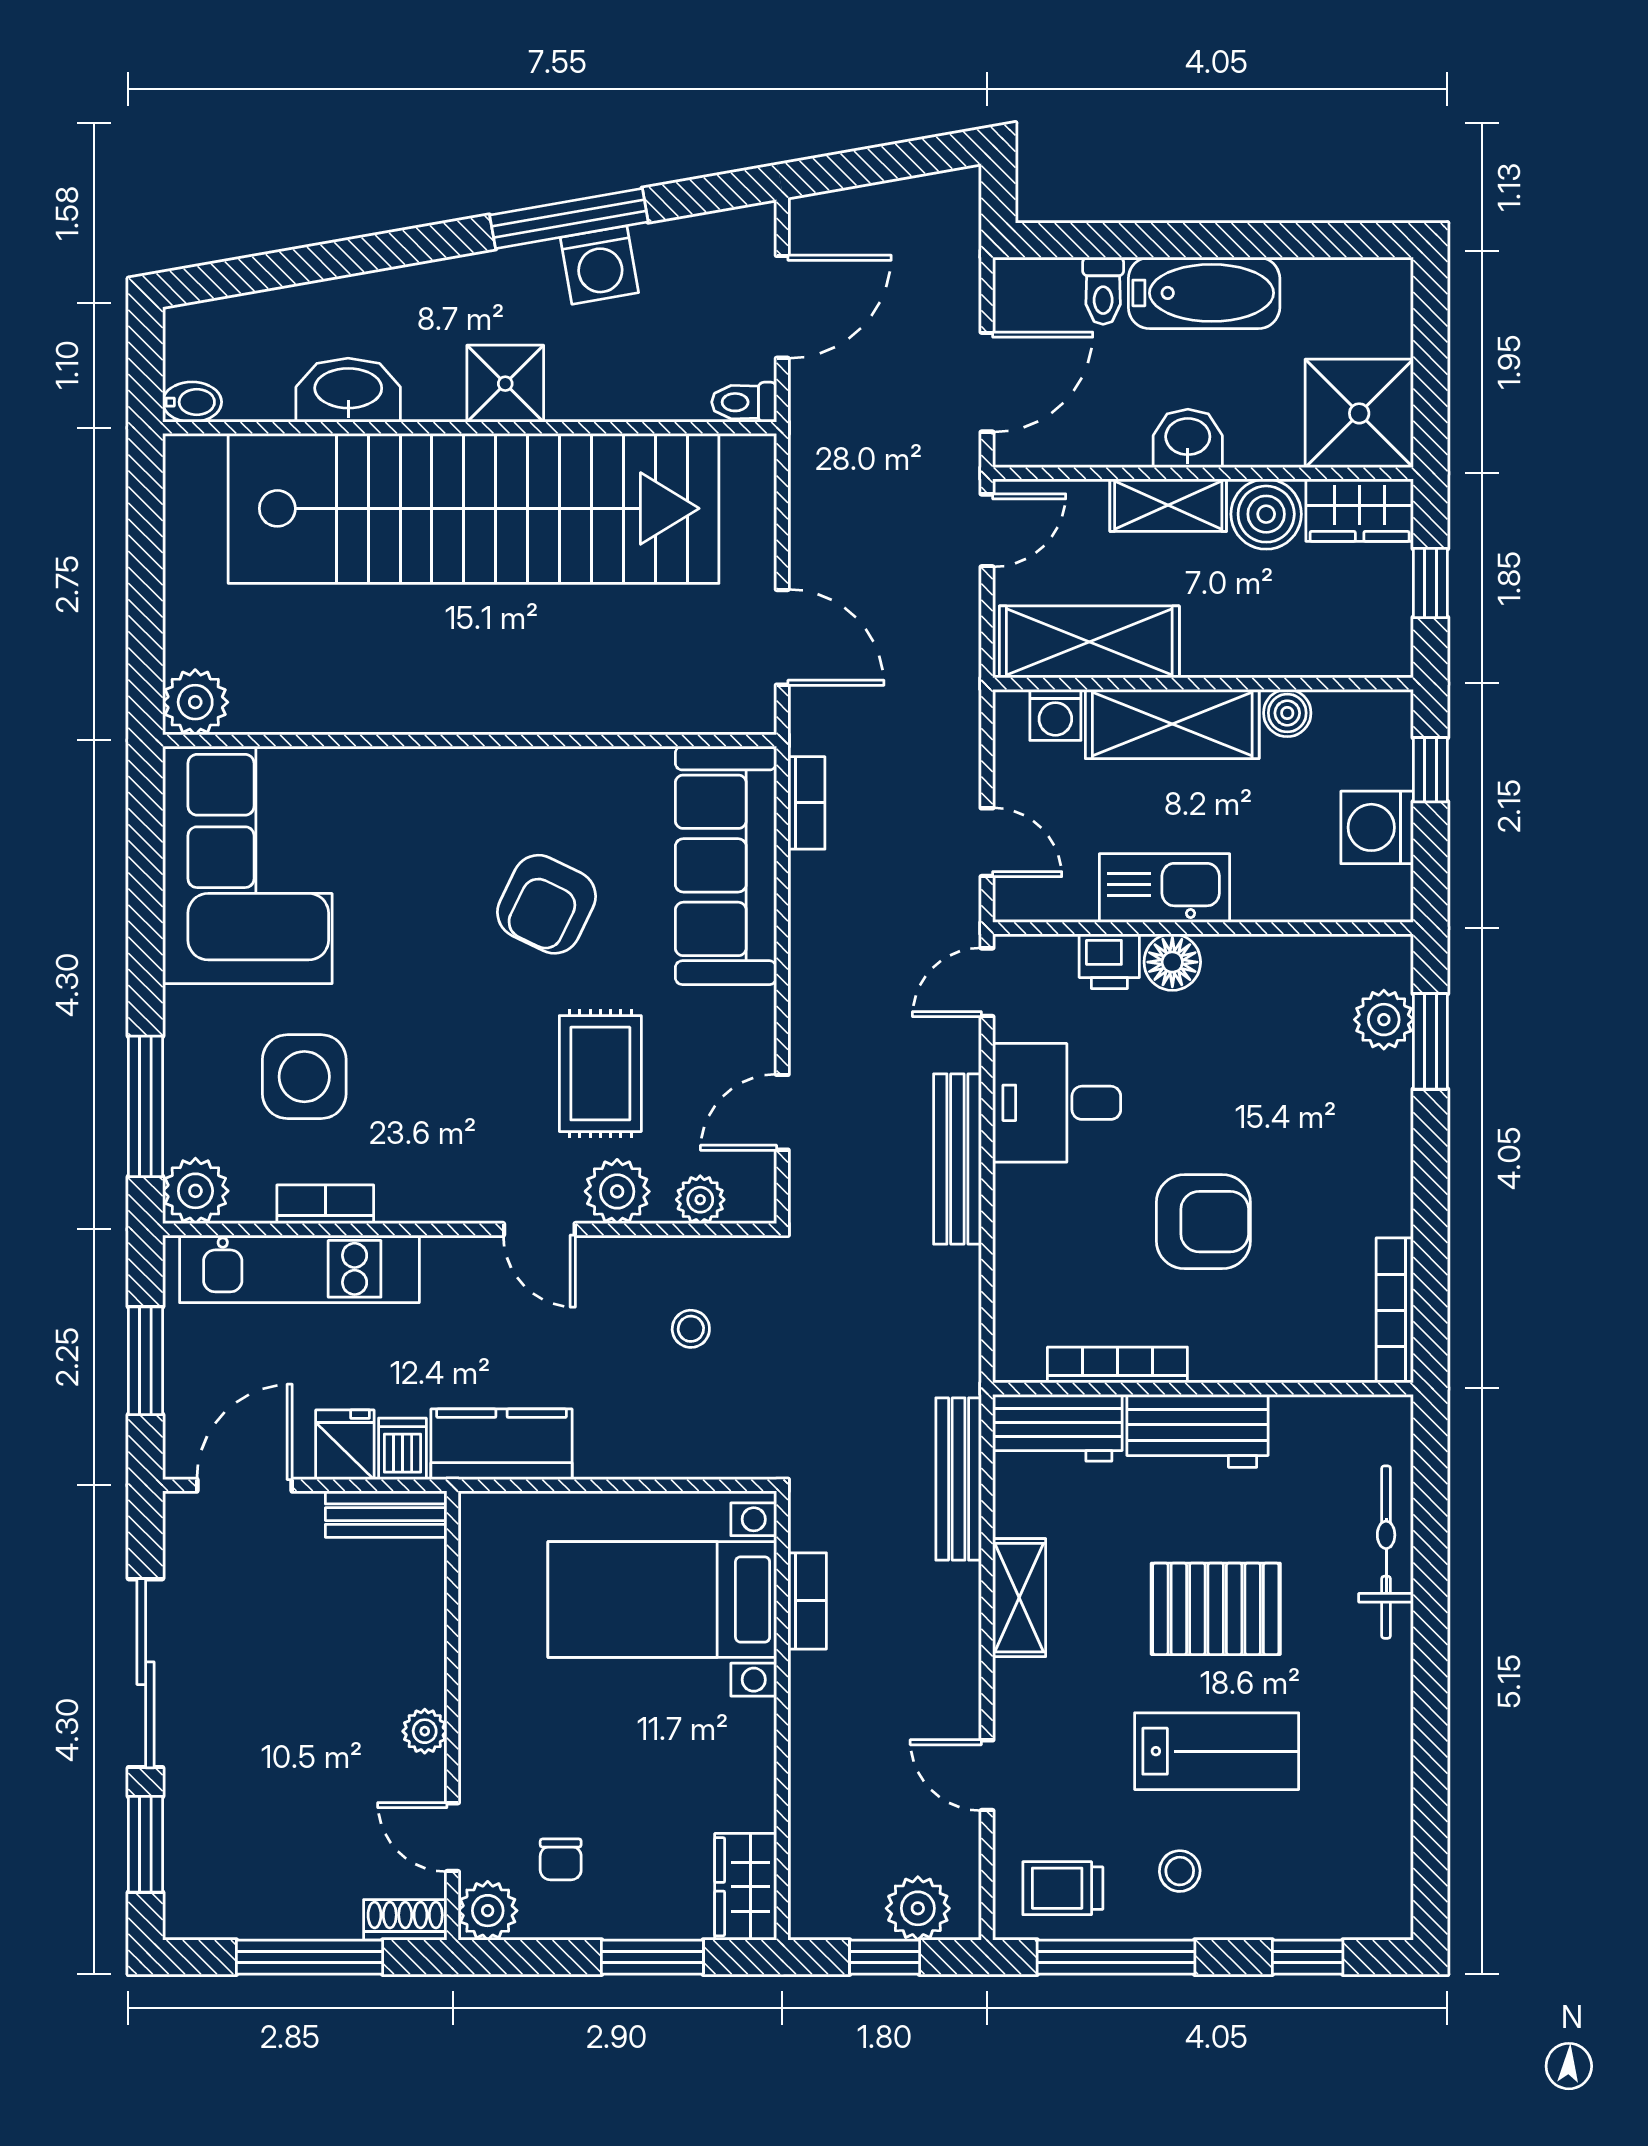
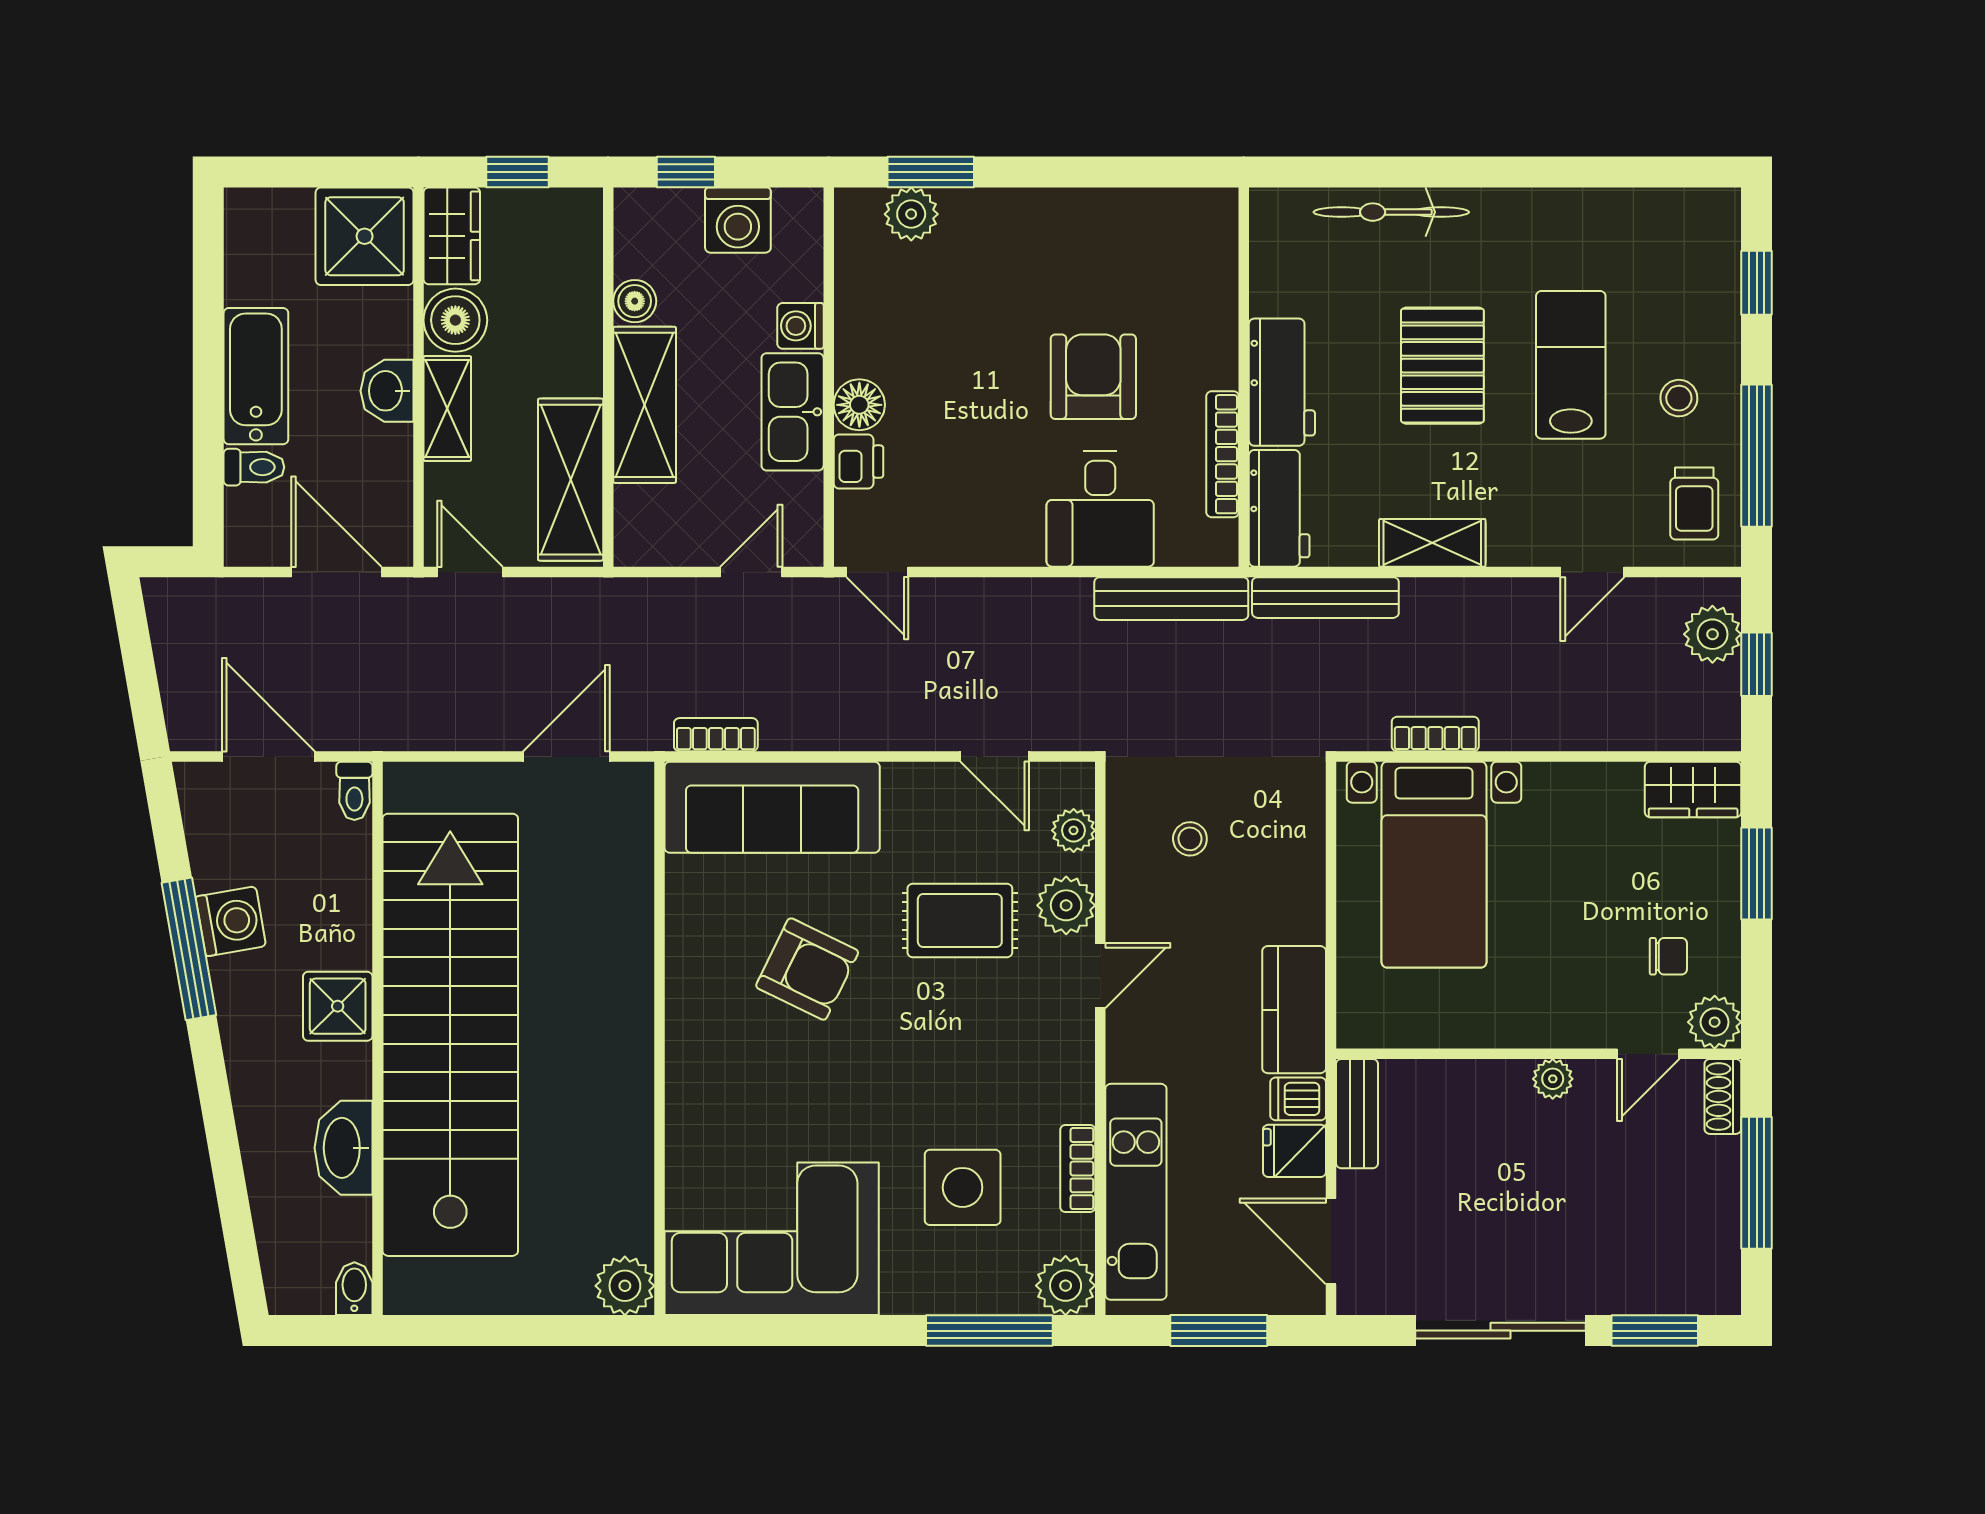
washing machine: (1055, 715) -> (800, 326), moved, turned 180
desk: (1057, 1103) -> (1100, 509), moved
bench: (957, 1159) -> (1171, 599), moved
bookcase: (1395, 1310) -> (1173, 204), removed

